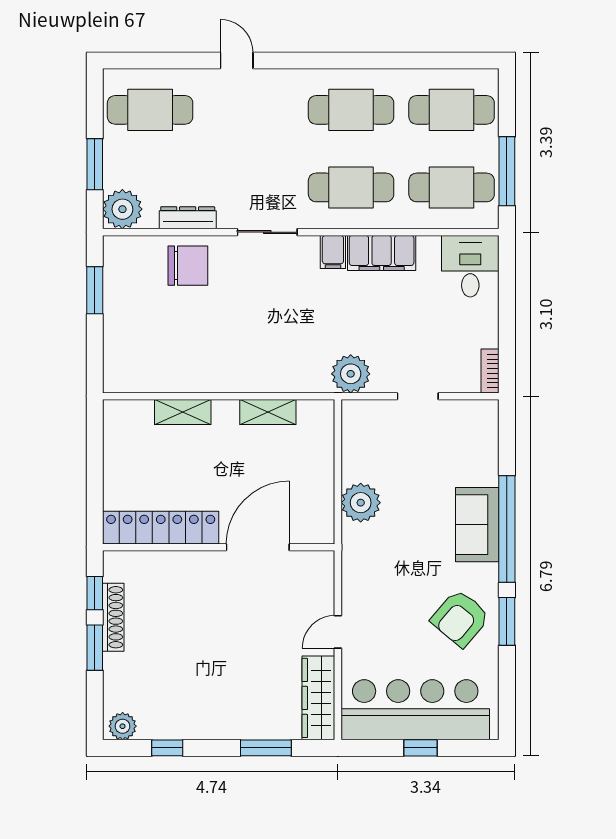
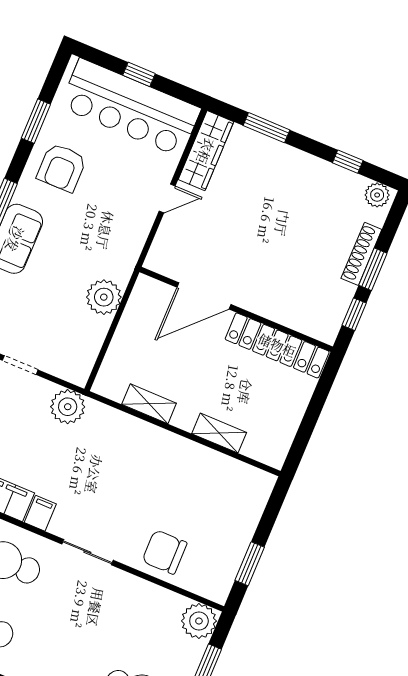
dresser: (188, 218) -> (148, 591), removed
shoe rack: (113, 617) -> (361, 254), moved
armchair: (460, 618) -> (62, 168), turned 140
window: (507, 621) -> (36, 121), moved

